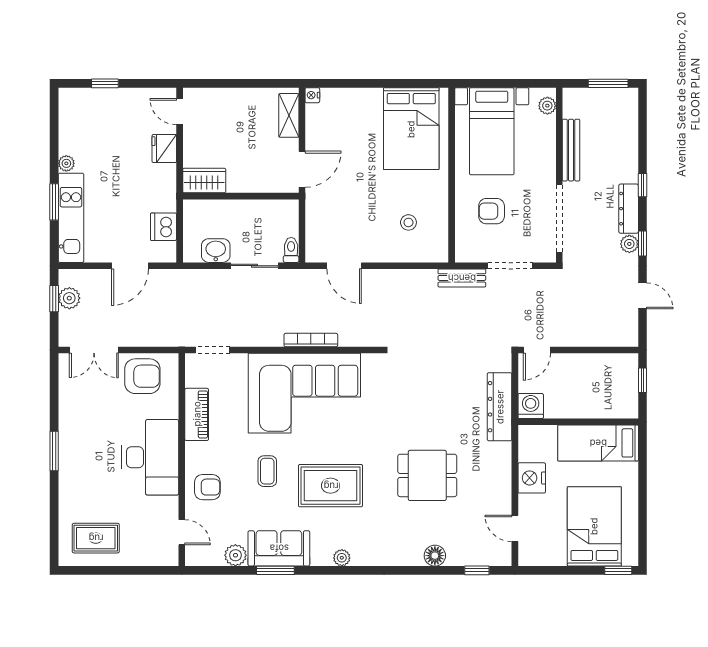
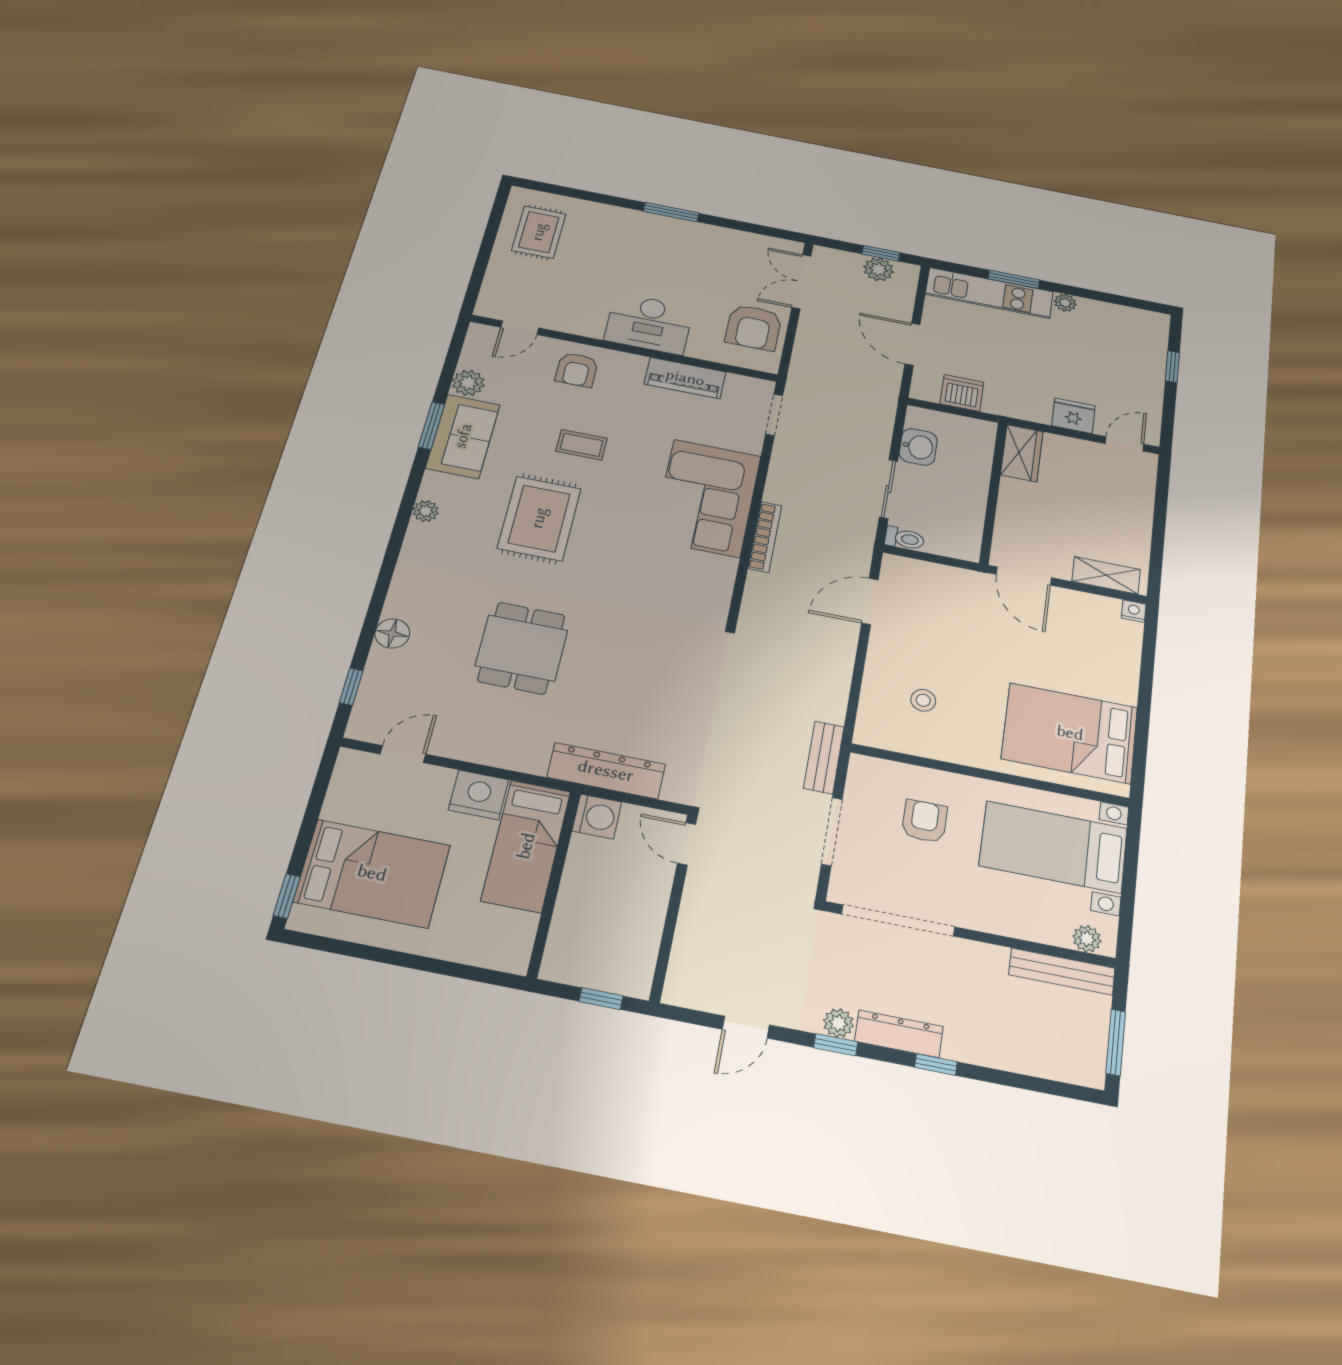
bench: (571, 150) -> (1062, 971), moved
corner sofa: (304, 393) -> (707, 498), width x0.73, depth x0.74
bed: (598, 443) -> (526, 846), moved, turned 180
desk: (150, 457) -> (649, 324), width x0.73, depth x0.77

